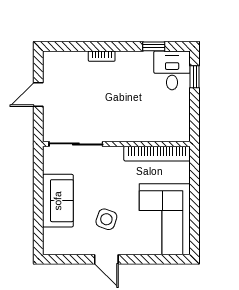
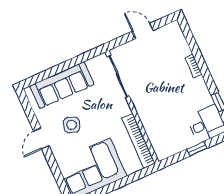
window: (195, 77) -> (197, 149), moved
sofa: (58, 201) -> (62, 85), width x1.36

